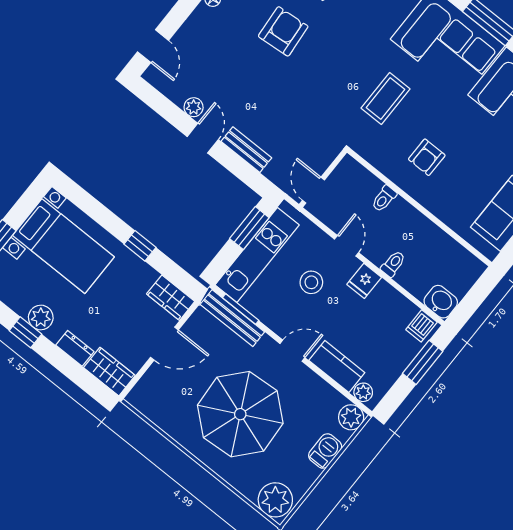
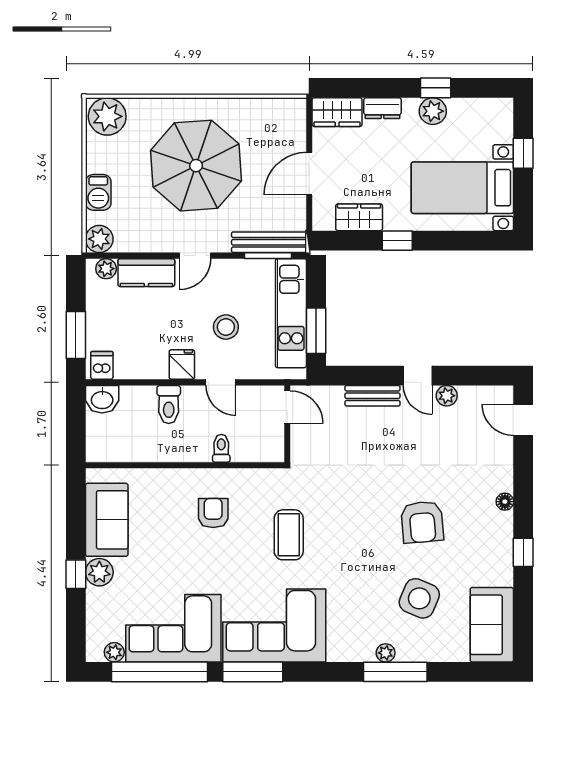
toilet: (393, 264) -> (169, 404), width x1.37, depth x1.39
wardrobe: (171, 298) -> (359, 217), moved

